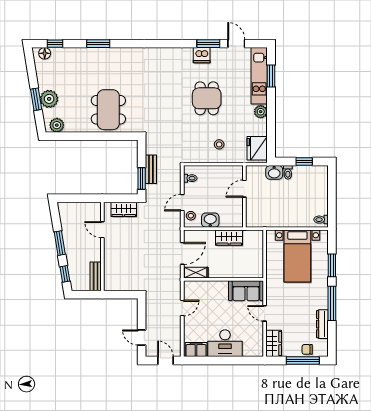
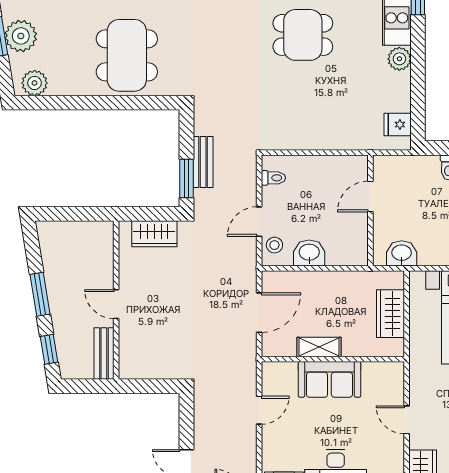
dining table: (207, 98) -> (303, 35), turned 90
stool: (219, 144) -> (325, 117), removed
fridge: (257, 148) -> (398, 125), width x0.53, depth x0.75
washbasin: (274, 172) -> (402, 253), moved, turned 180
door: (102, 230) -> (116, 304), moved
wardrobe: (229, 238) -> (390, 314), moved, turned 90
shelving: (196, 273) -> (319, 347), moved
sofa: (246, 291) -> (329, 379), moved

